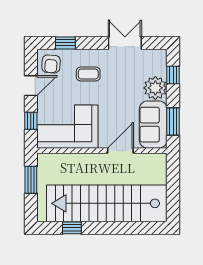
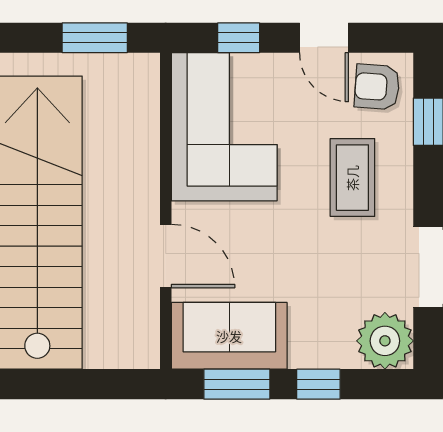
coffee table: (88, 74) -> (352, 178), width x1.36, depth x1.30
window: (173, 75) -> (318, 384), moved
plant: (155, 88) -> (385, 341), moved

